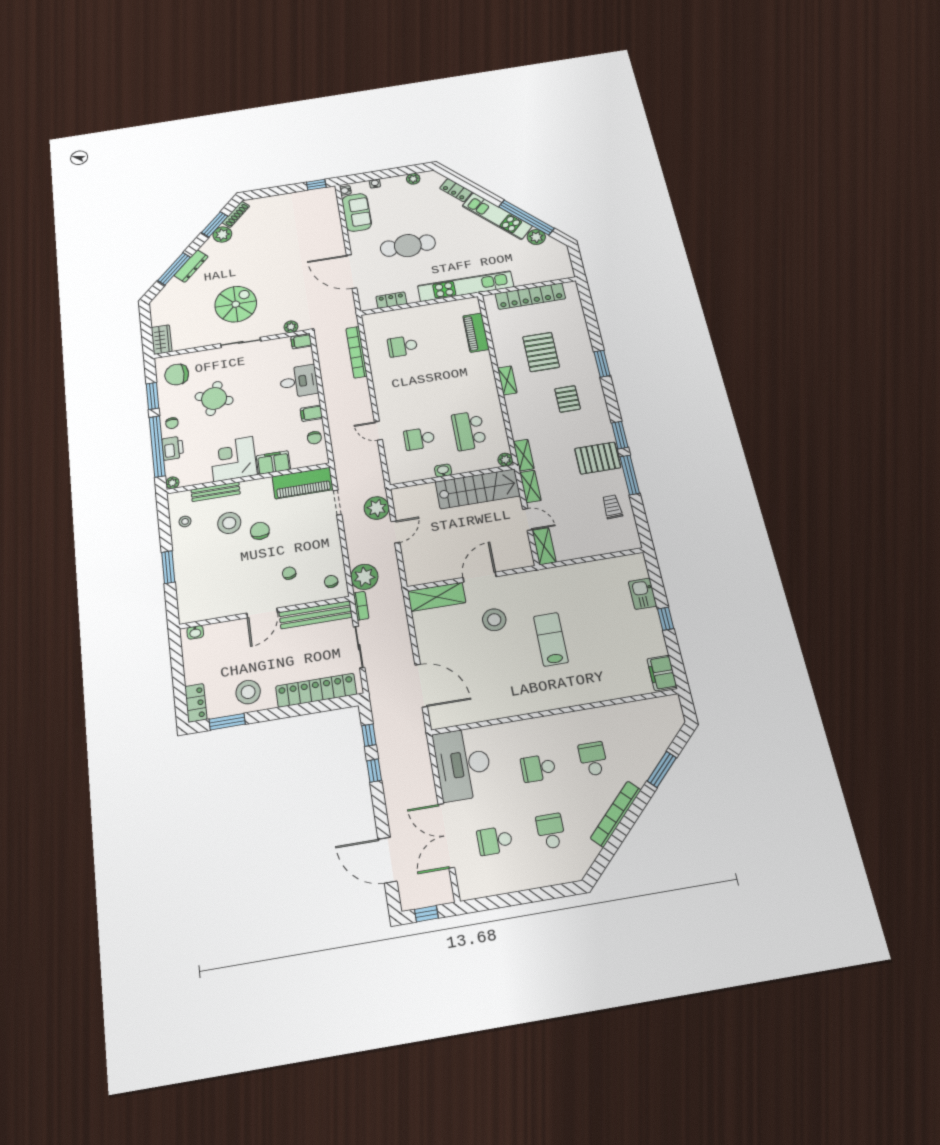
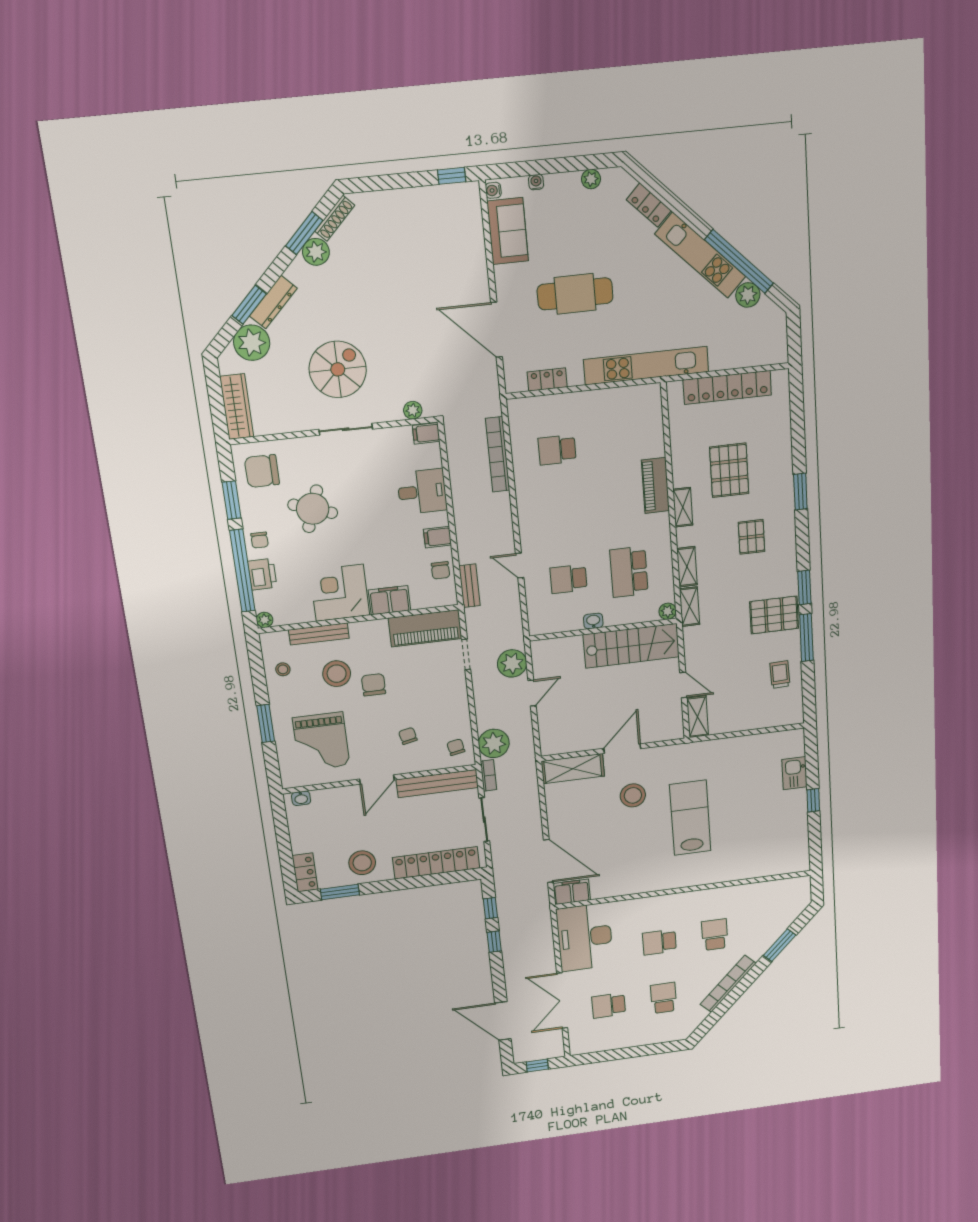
window: (174, 269) -> (249, 305), width x0.69
plant: (174, 292) -> (252, 343), added
piano: (476, 333) -> (655, 485), moved
wardrobe: (162, 340) -> (237, 407), width x1.50
bench: (338, 448) -> (469, 586), added
shelving: (530, 486) -> (687, 567), moved
grand piano: (215, 581) -> (321, 742), added
lab bench: (551, 639) -> (690, 818), width x1.36, depth x1.39
filing cabinet: (662, 673) -> (572, 892), moved, turned 90

